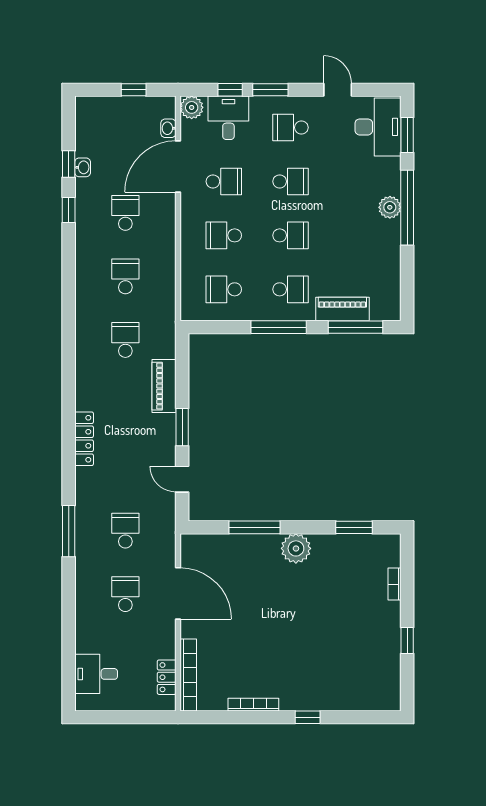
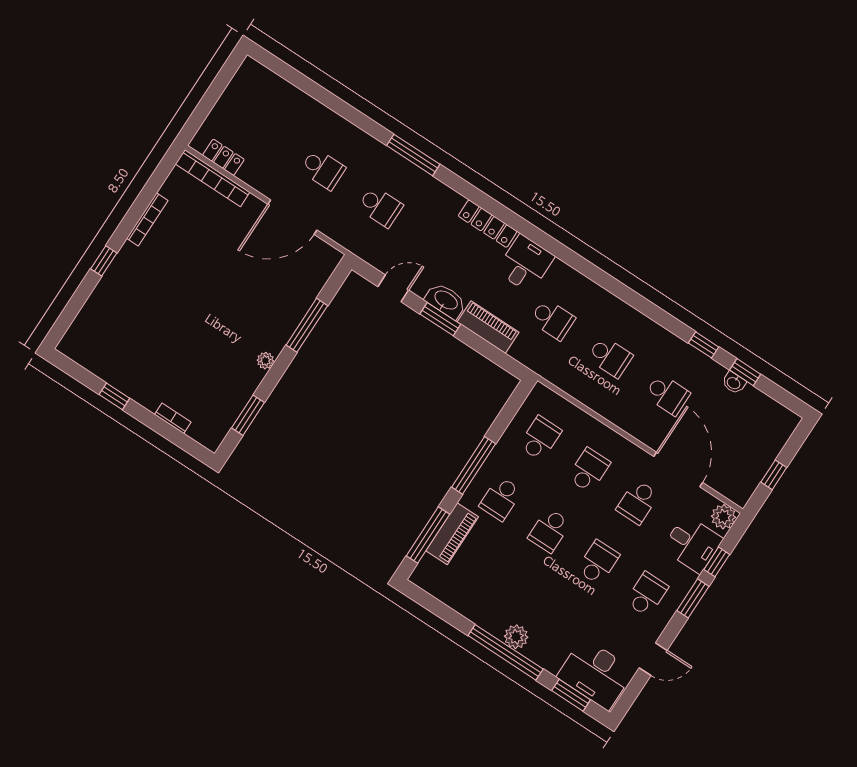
washbasin: (168, 128) -> (446, 301), moved, width x1.91, depth x1.45
school desk: (291, 181) -> (598, 562), turned 180
plant: (296, 548) -> (265, 361), width x0.53, depth x0.53
desk: (96, 674) -> (525, 264), moved

